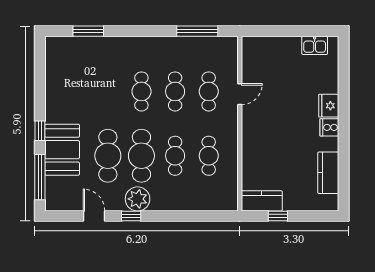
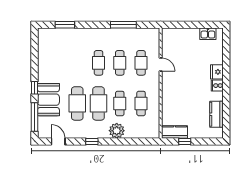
window: (197, 31) -> (123, 25), moved
door: (240, 94) -> (161, 65), hinge flipped
plant: (138, 199) -> (117, 131), moved
door: (94, 216) -> (58, 142), moved

